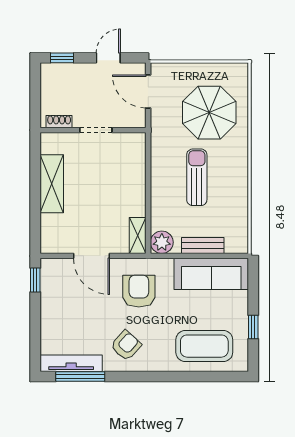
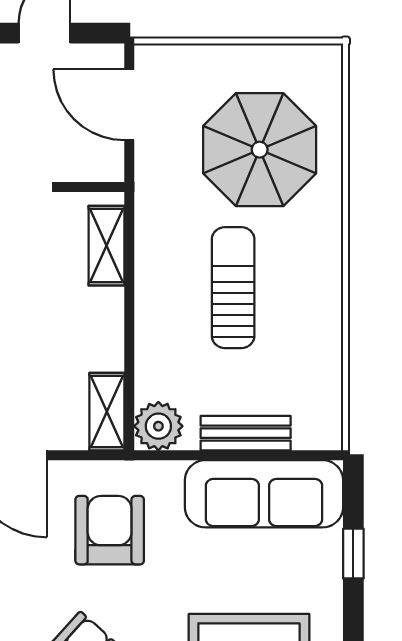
shelving: (137, 158) -> (106, 246), added
window: (253, 327) -> (353, 554), moved

